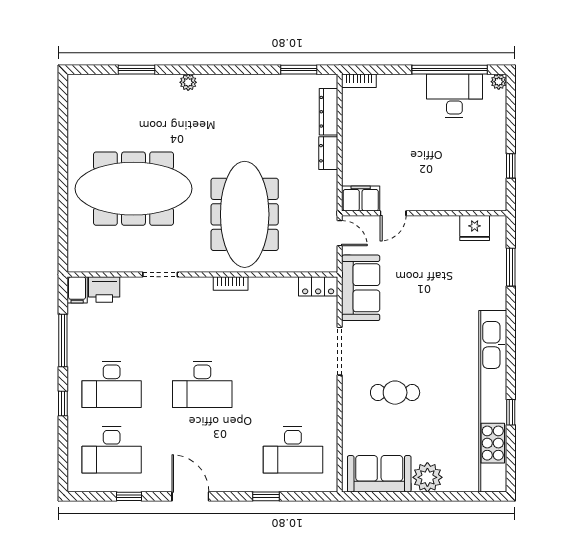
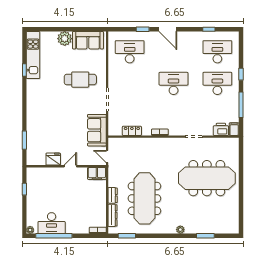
door: (393, 213) -> (70, 166), moved
meeting table: (245, 214) -> (144, 198), moved
fridge: (475, 228) -> (53, 159), moved
locker: (318, 286) -> (132, 131), moved
cafe table: (395, 393) -> (80, 80), width x1.37, depth x1.35
kitchen unit: (493, 401) -> (33, 55), width x0.54
door: (190, 496) -> (168, 29), moved

